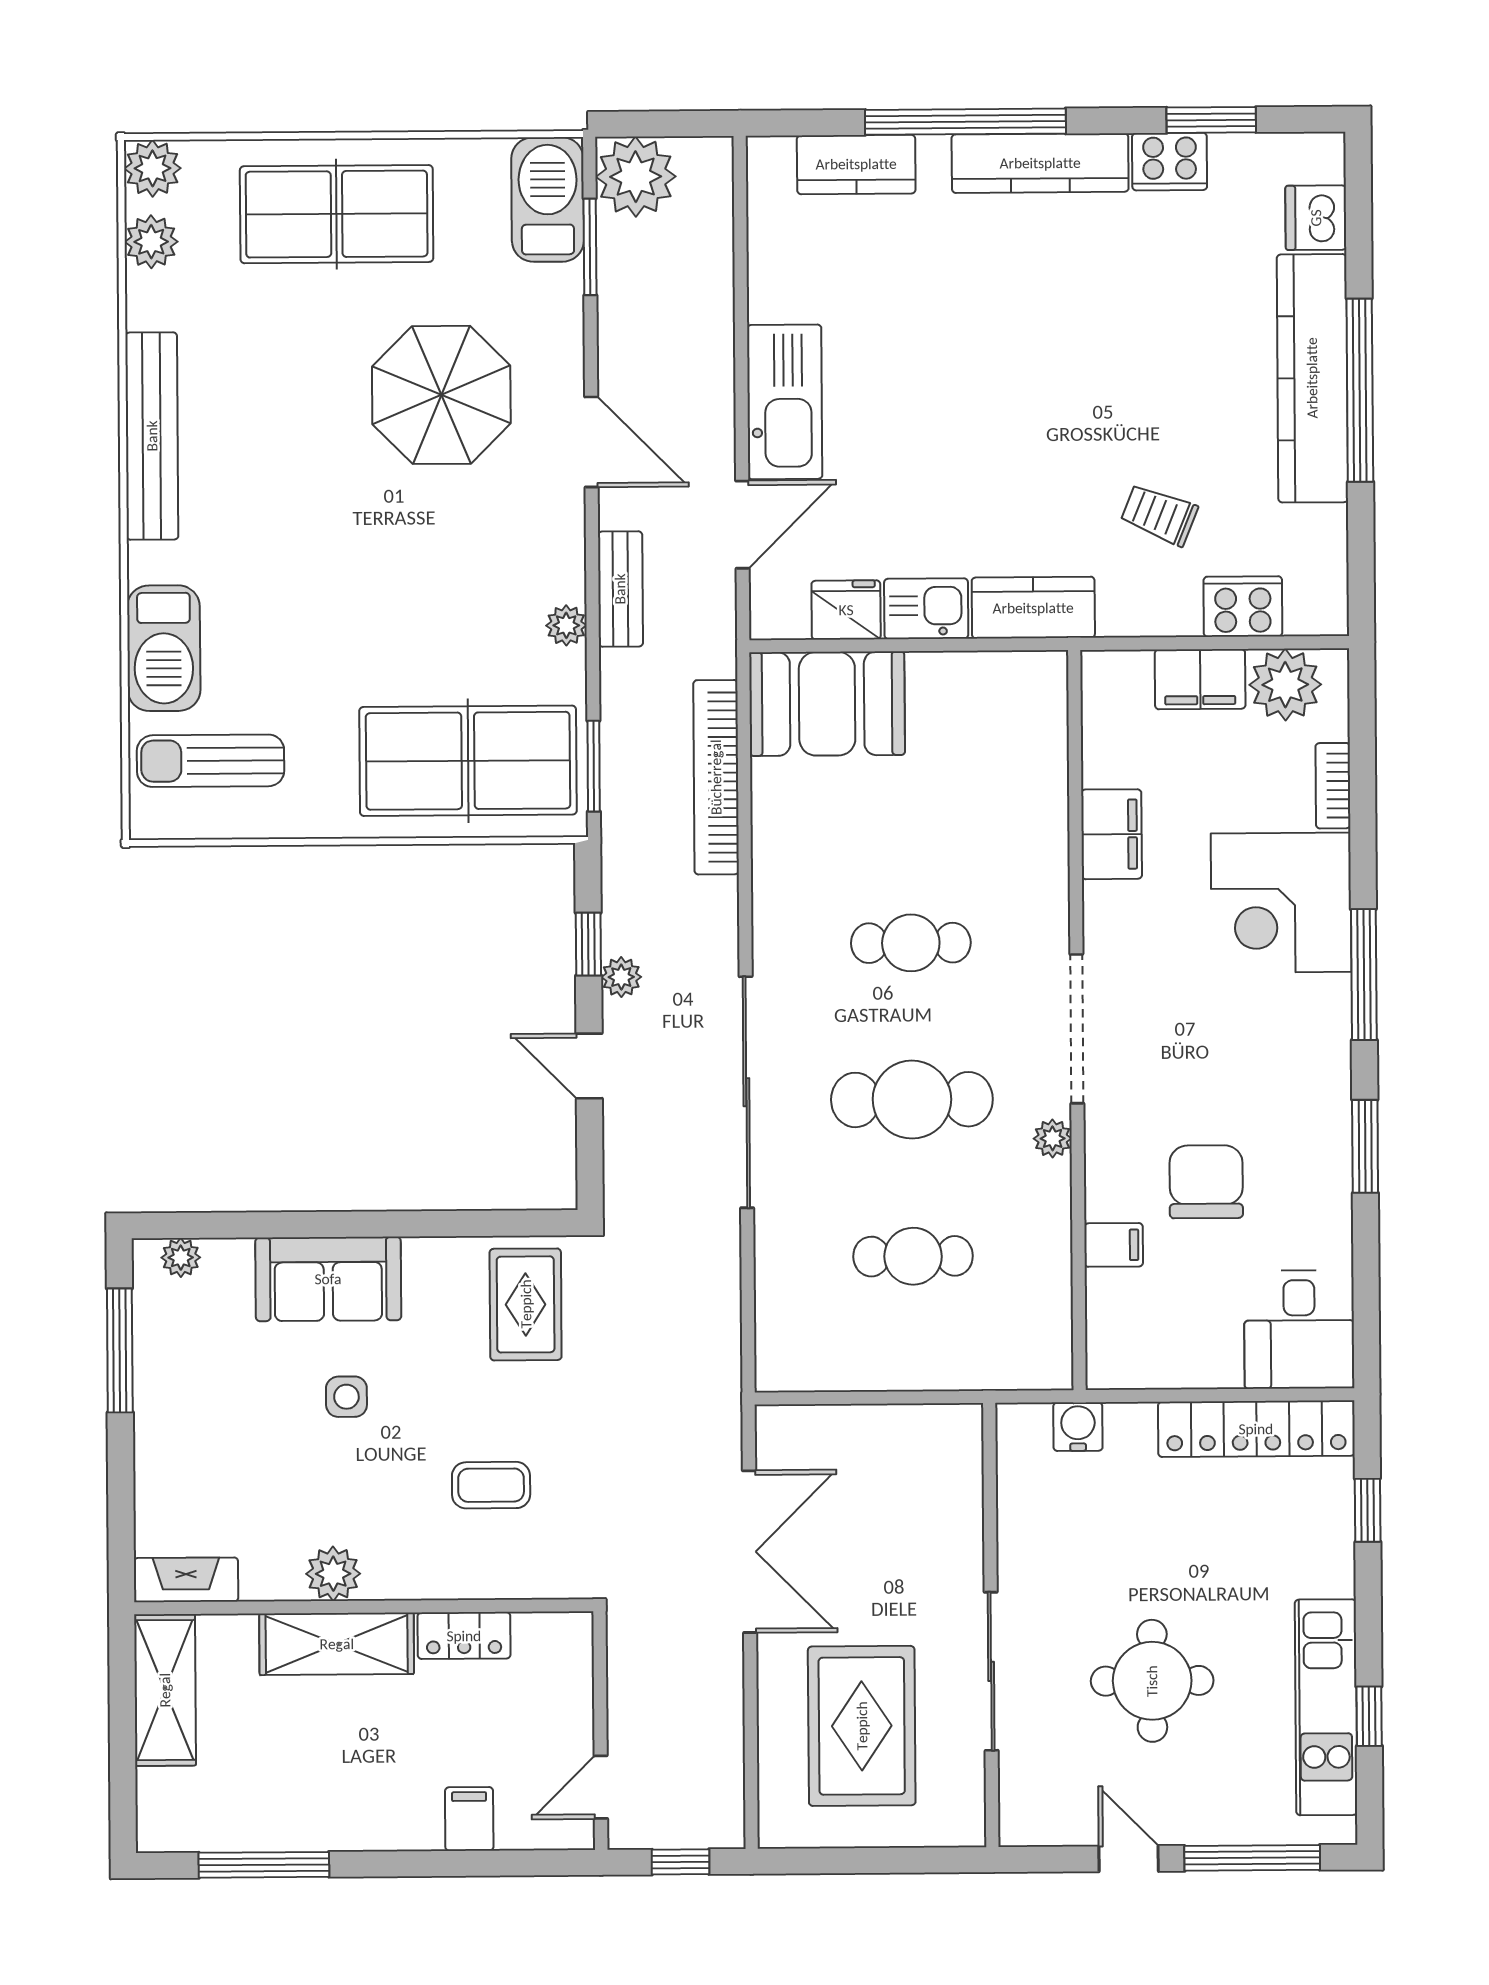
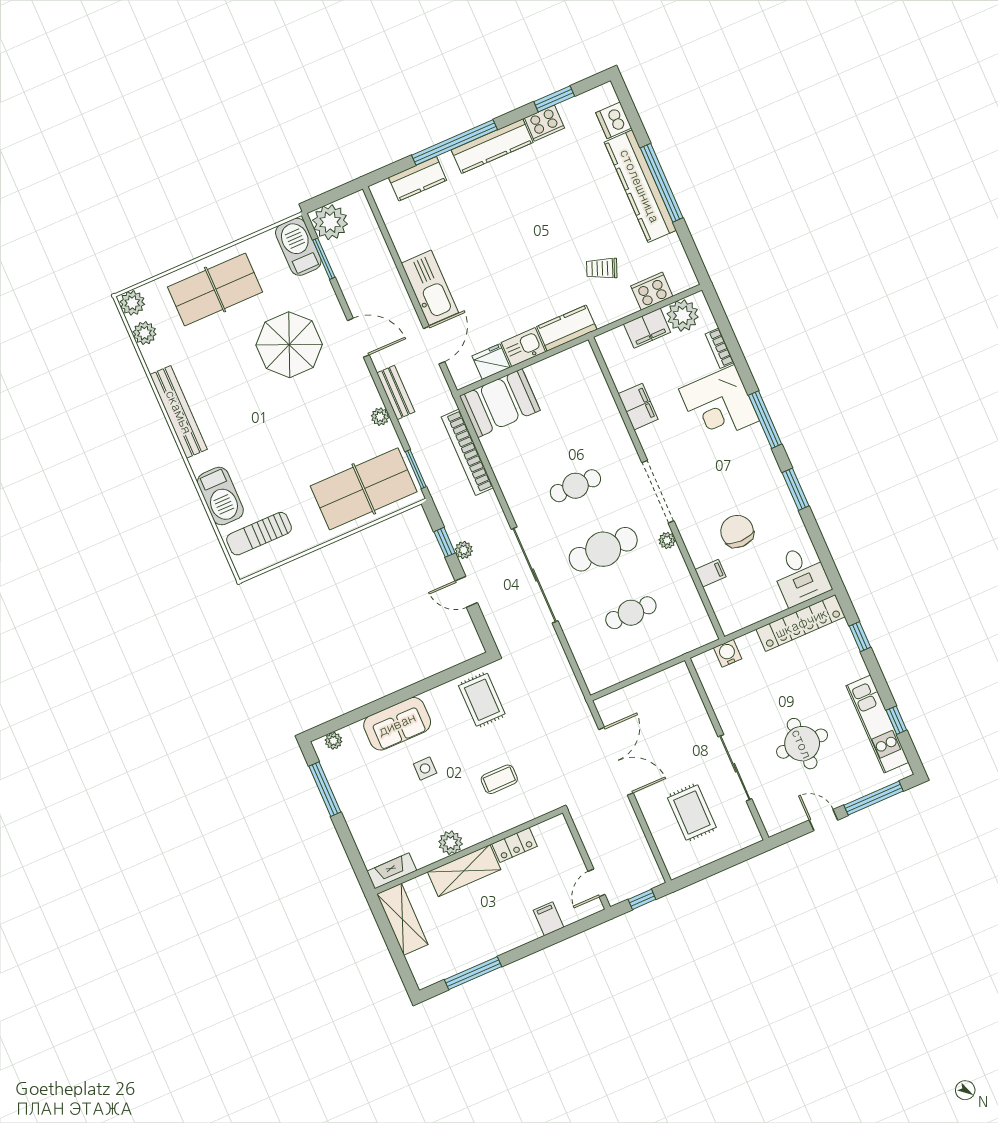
rug: (862, 1726) -> (692, 813), width x0.73, depth x0.70

